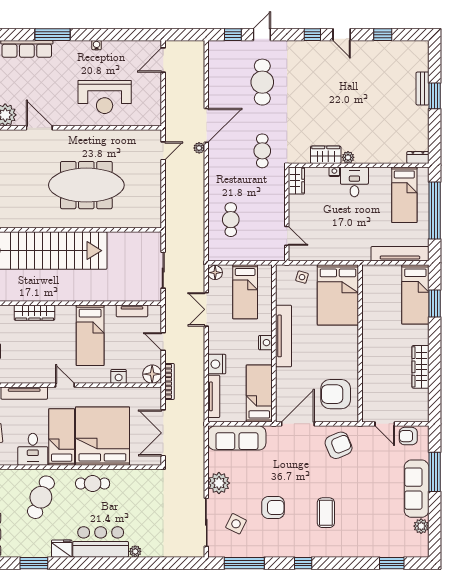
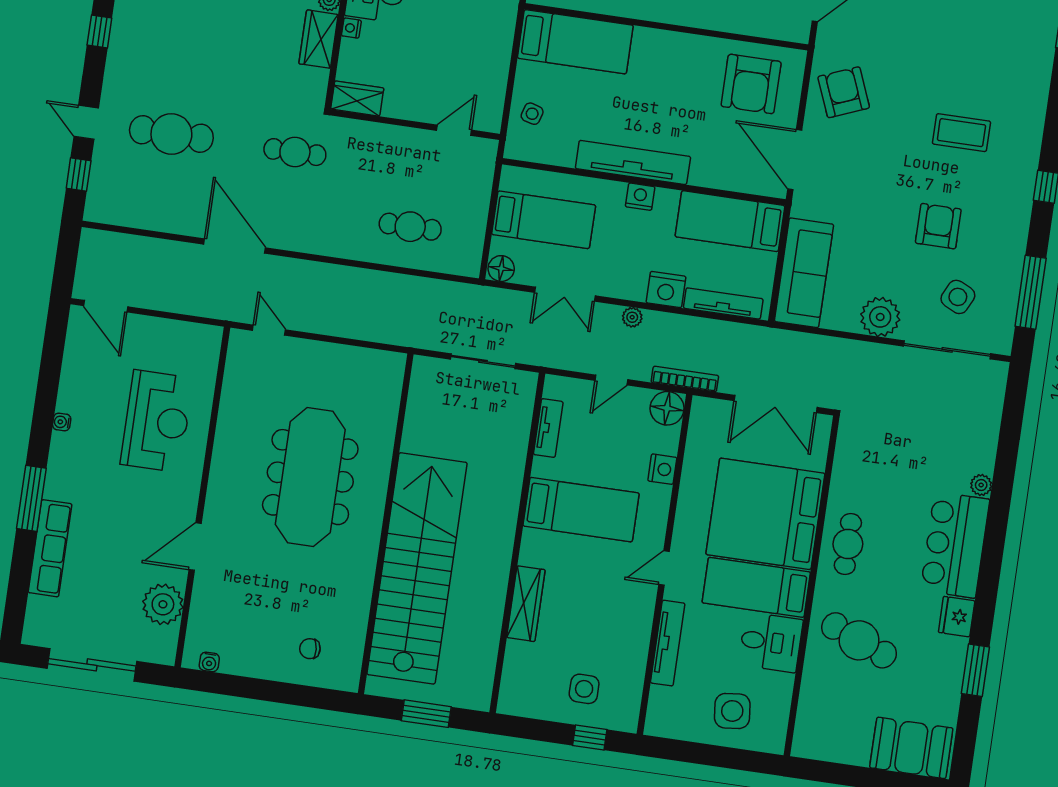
plant: (199, 148) -> (632, 317), moved
bed: (338, 295) -> (575, 42), width x0.67

